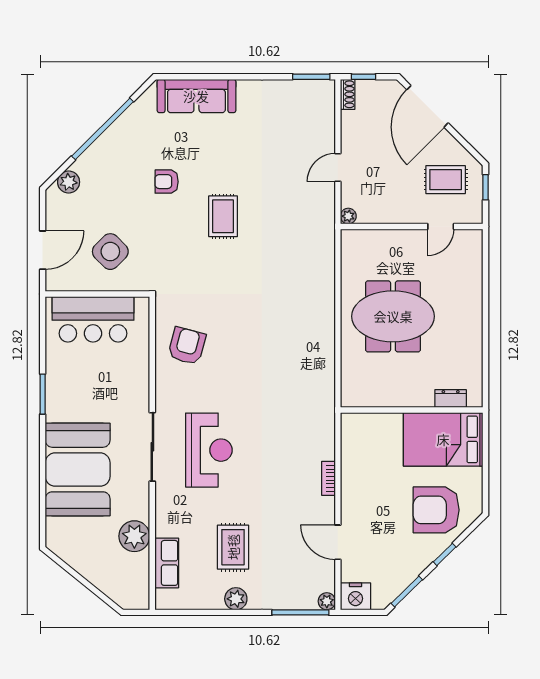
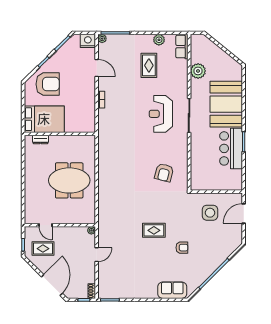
sofa: (196, 96) -> (172, 290), width x0.73
plant: (69, 182) -> (231, 247), removed
rug: (223, 216) -> (154, 230), turned 90
door: (441, 226) -> (45, 225), swing flipped
side table: (110, 252) -> (210, 213), turned 45
bar counter: (93, 319) -> (231, 148), moved, turned -90
armchair: (187, 346) -> (164, 173), moved
row of seats: (167, 563) -> (182, 47), moved
plant: (236, 599) -> (159, 40), moved

